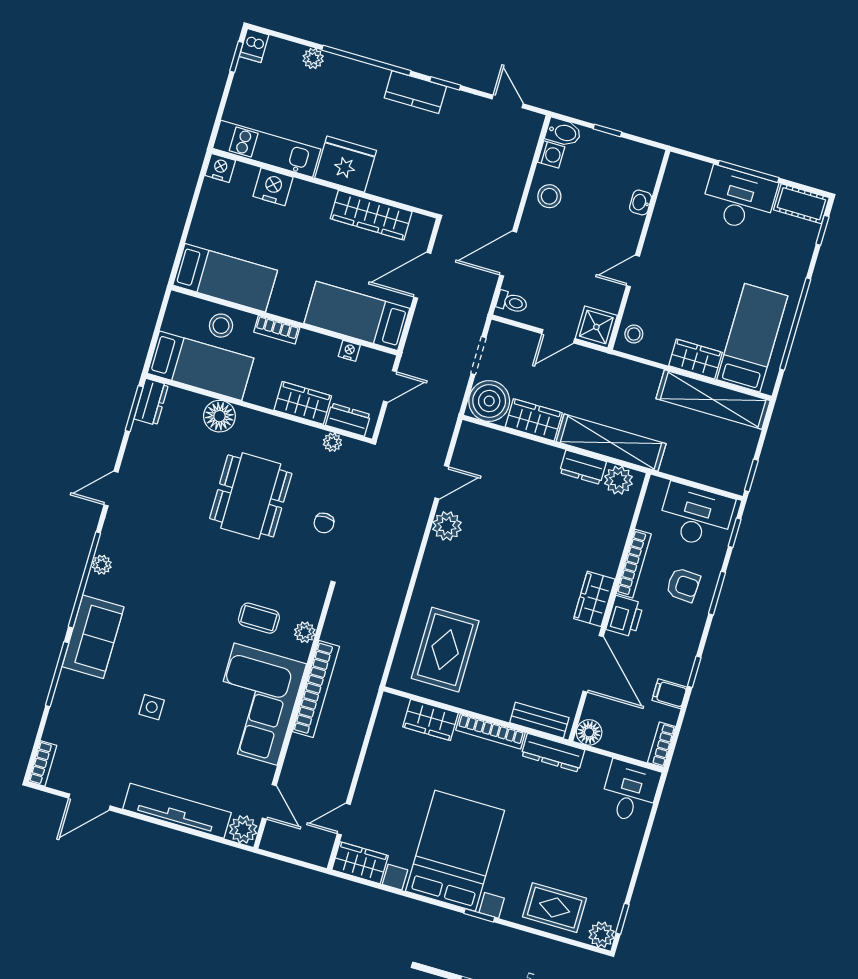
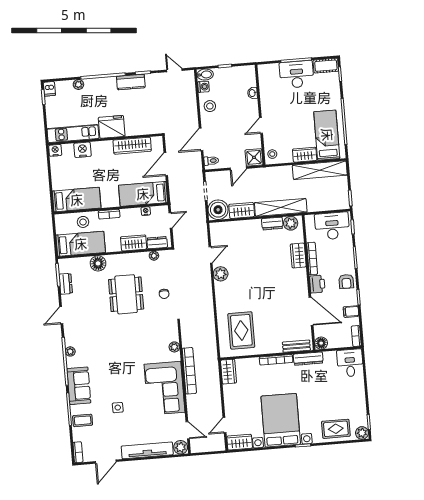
dresser: (151, 402) -> (66, 284), moved
armchair: (683, 585) -> (346, 281), moved, turned 87
wardrobe: (594, 599) -> (298, 255), moved
coffee table: (259, 618) -> (83, 420), moved
wardrobe: (430, 720) -> (228, 372), moved, turned -90

